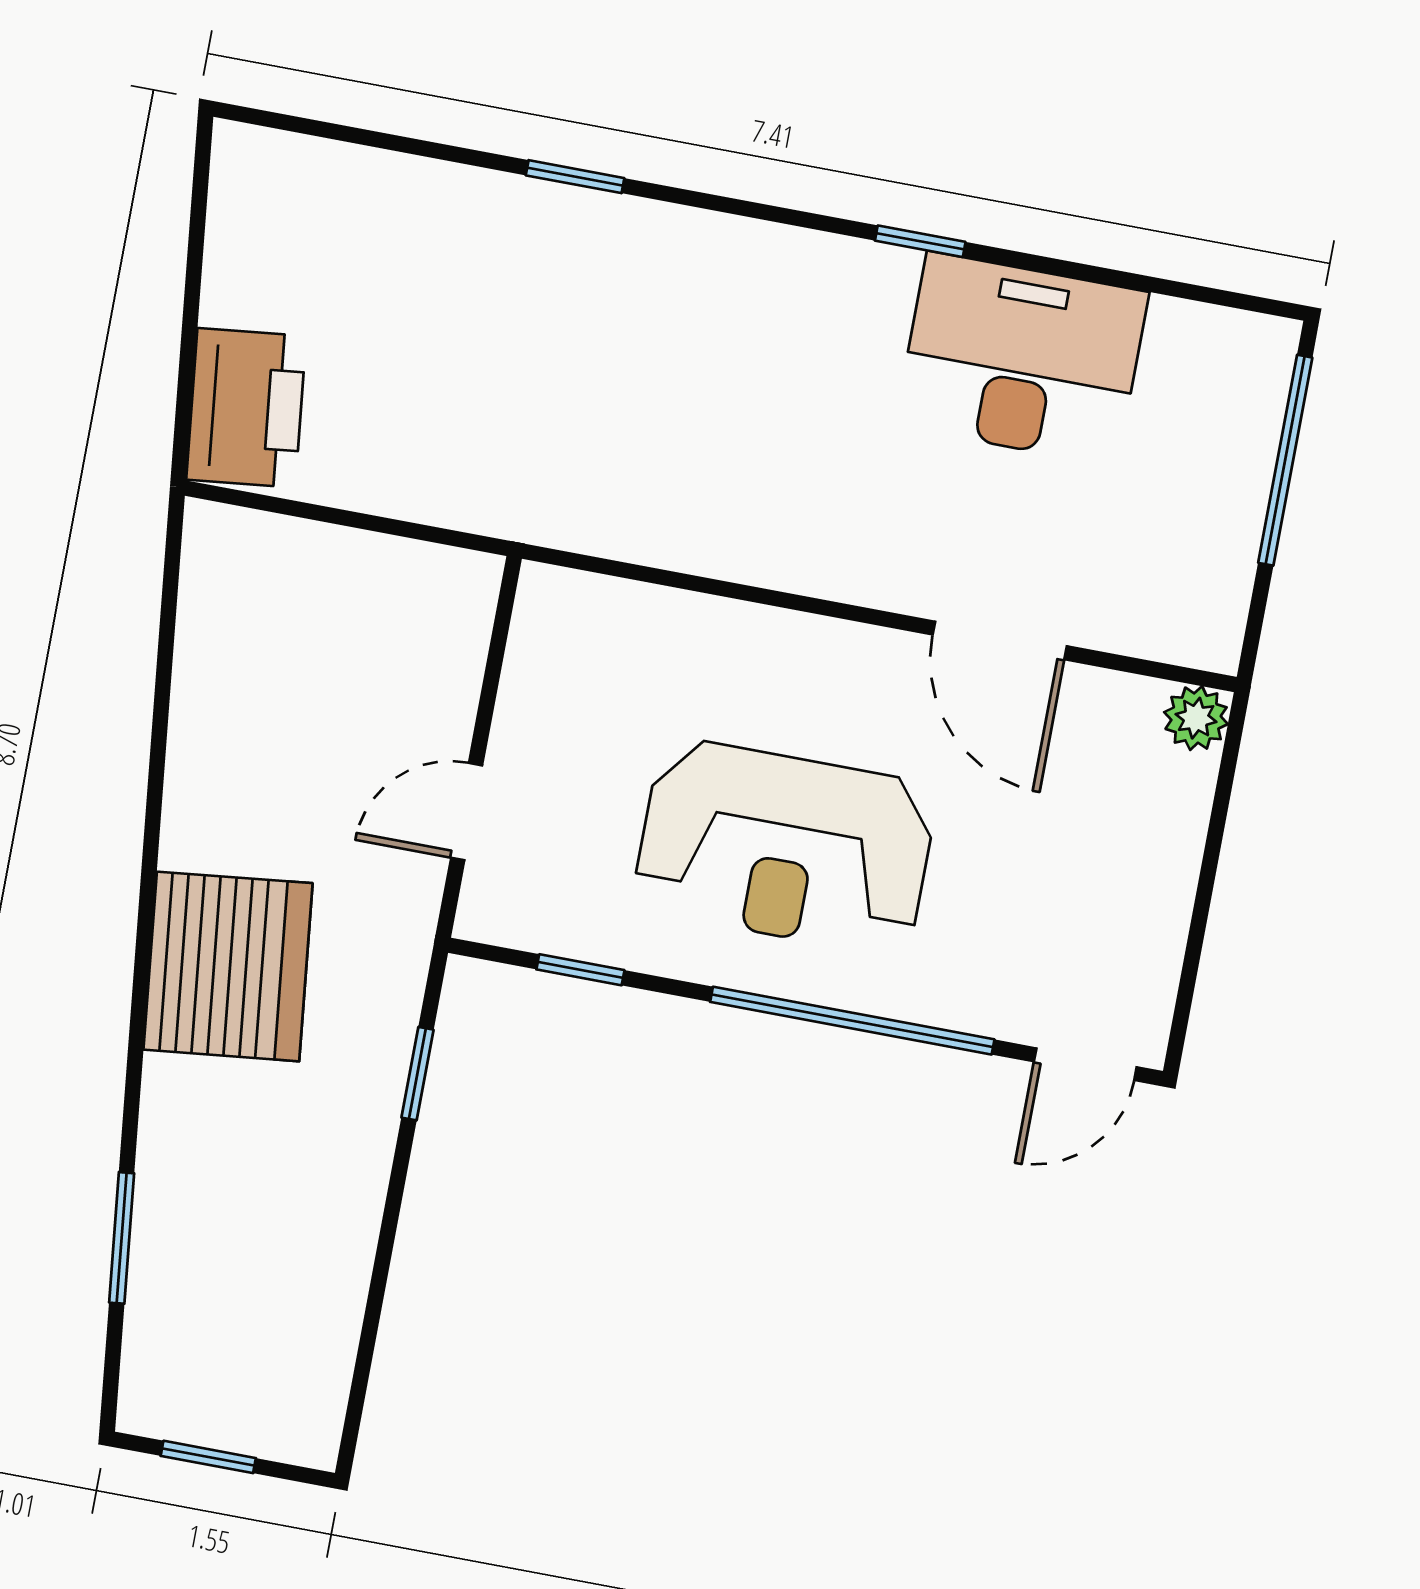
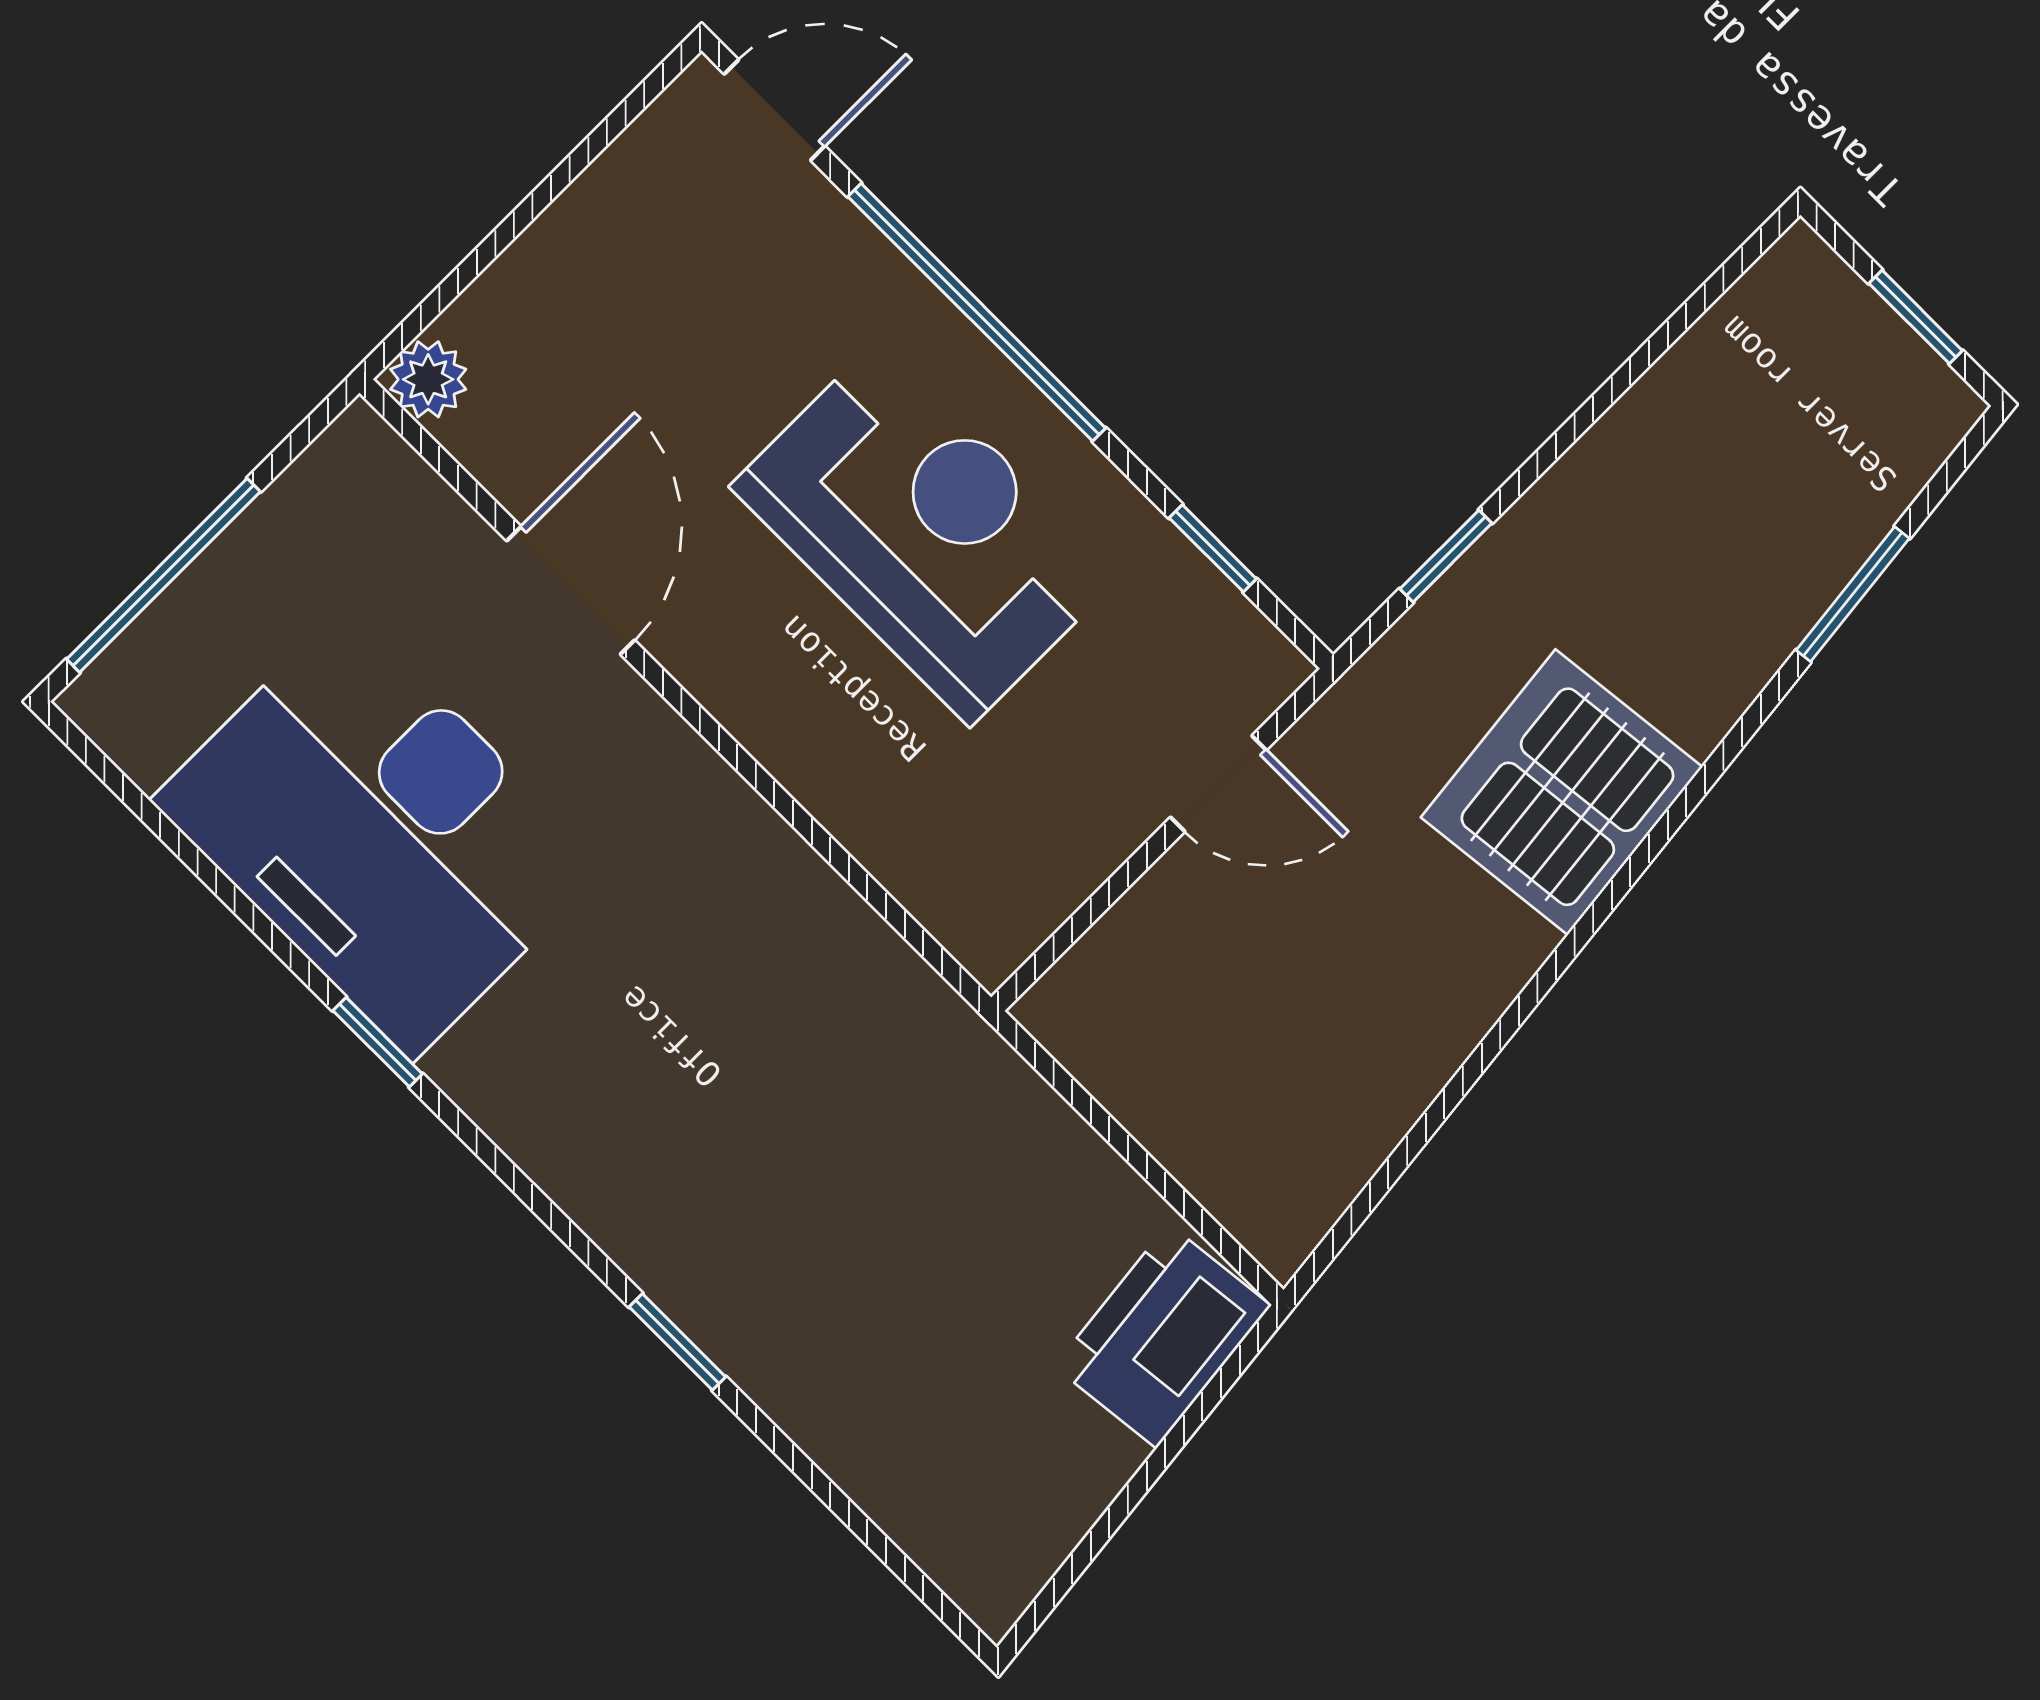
desk: (1022, 359) -> (379, 833), width x1.36, depth x1.30

